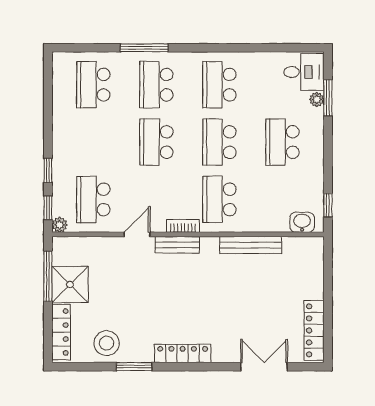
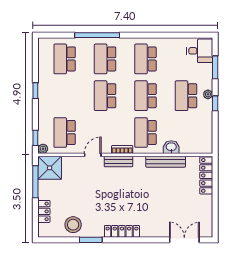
window: (144, 48) -> (97, 35), width x1.46
plant: (317, 99) -> (208, 94), moved
window: (48, 170) -> (35, 91), moved
window: (328, 205) -> (215, 103), moved
washbasin: (302, 222) -> (171, 147), moved
shower: (70, 284) -> (50, 168), moved
locker: (314, 330) -> (206, 175), moved
locker: (61, 332) -> (44, 211), width x0.66
double door: (264, 367) -> (184, 240), moved

